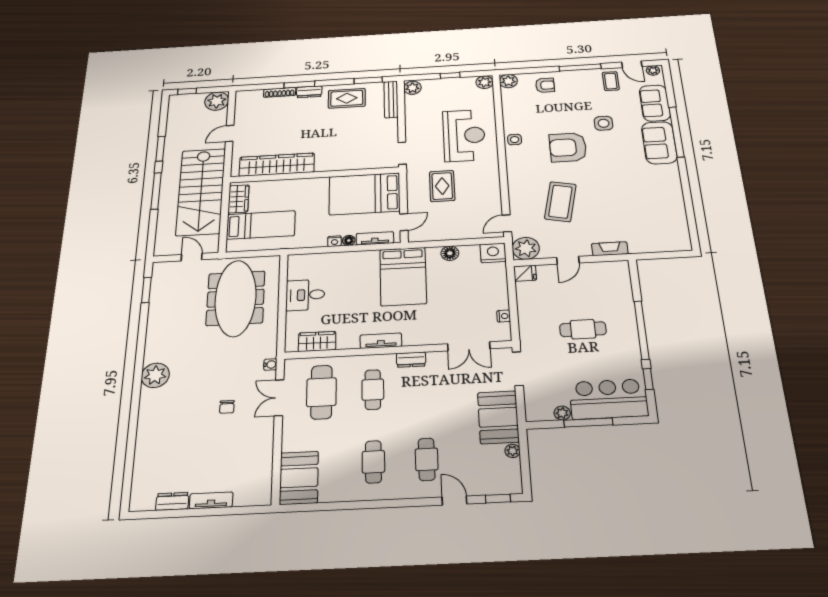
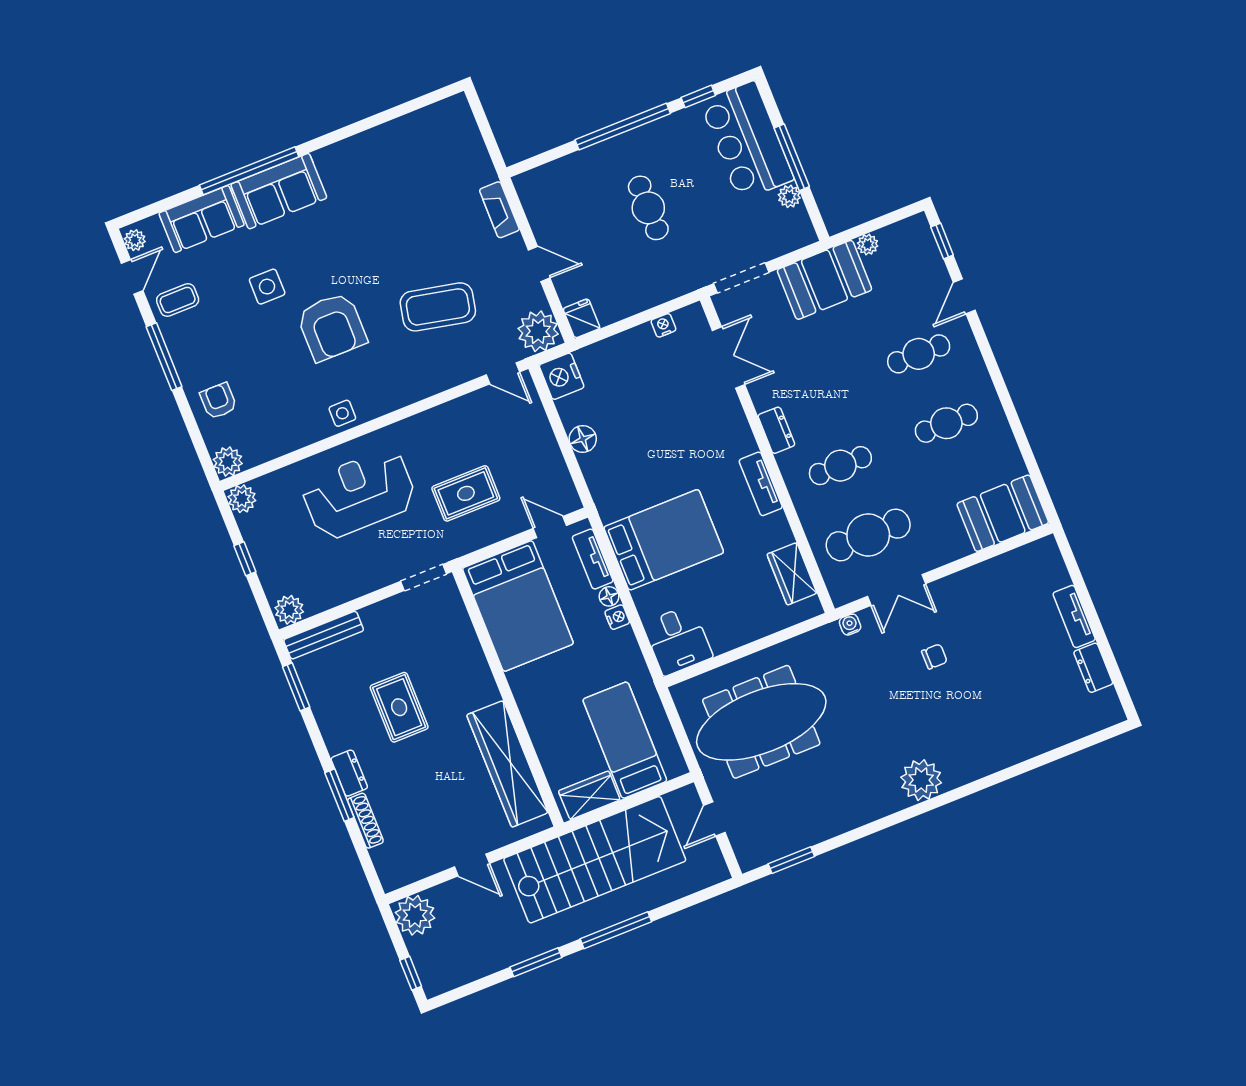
rug: (347, 98) -> (399, 707), moved
bed: (403, 276) -> (664, 540), moved
desk: (305, 295) -> (678, 640), moved

